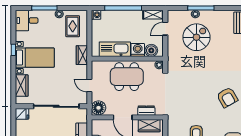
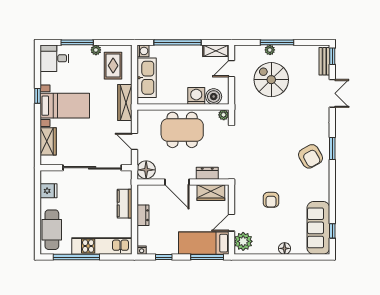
spiral stairs: (196, 37) -> (271, 80), turned -90
kitchen sink: (115, 49) -> (147, 78), moved, turned 90
wardrobe: (82, 55) -> (125, 102), width x1.50
fridge: (22, 114) -> (48, 191), moved

